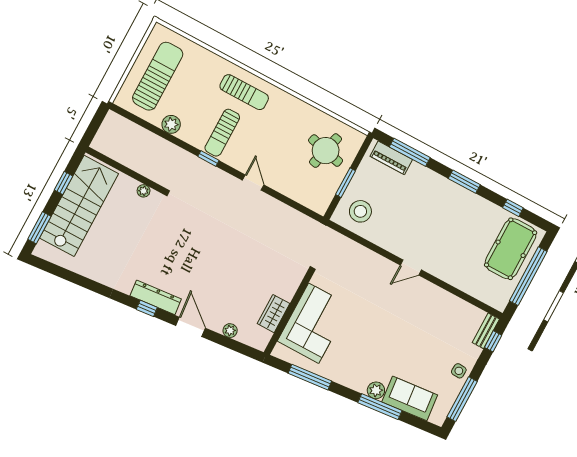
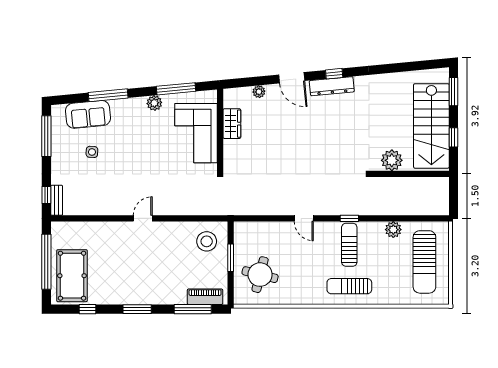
plant: (144, 191) -> (392, 160), width x1.88, depth x1.88
side table: (459, 371) -> (92, 152), moved
plant: (376, 390) -> (154, 103), moved

